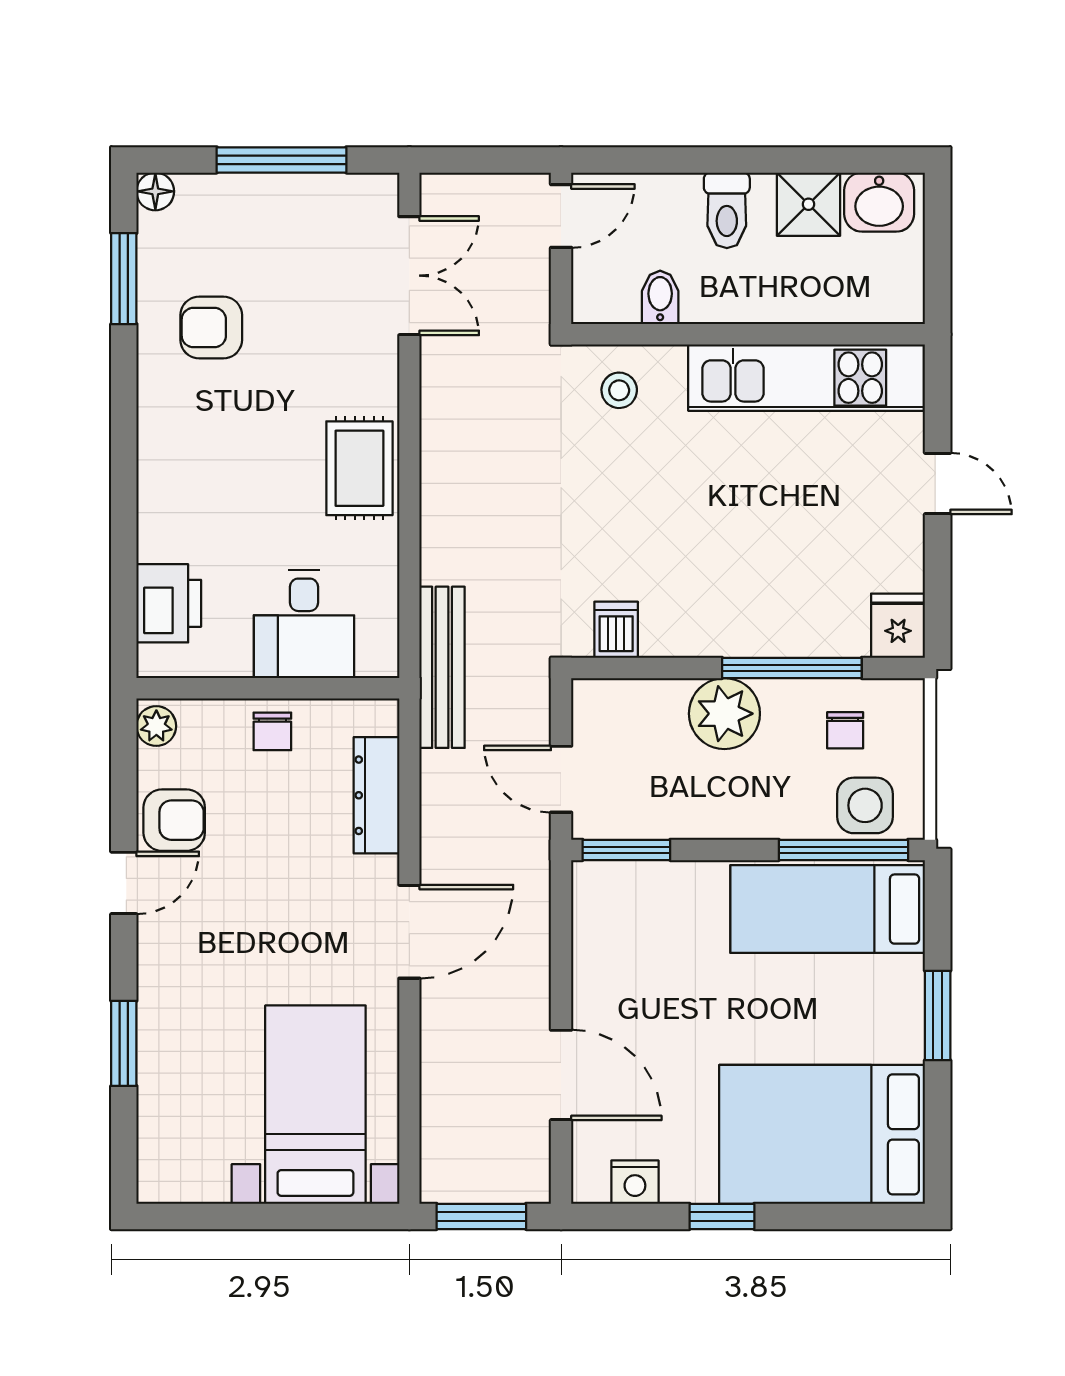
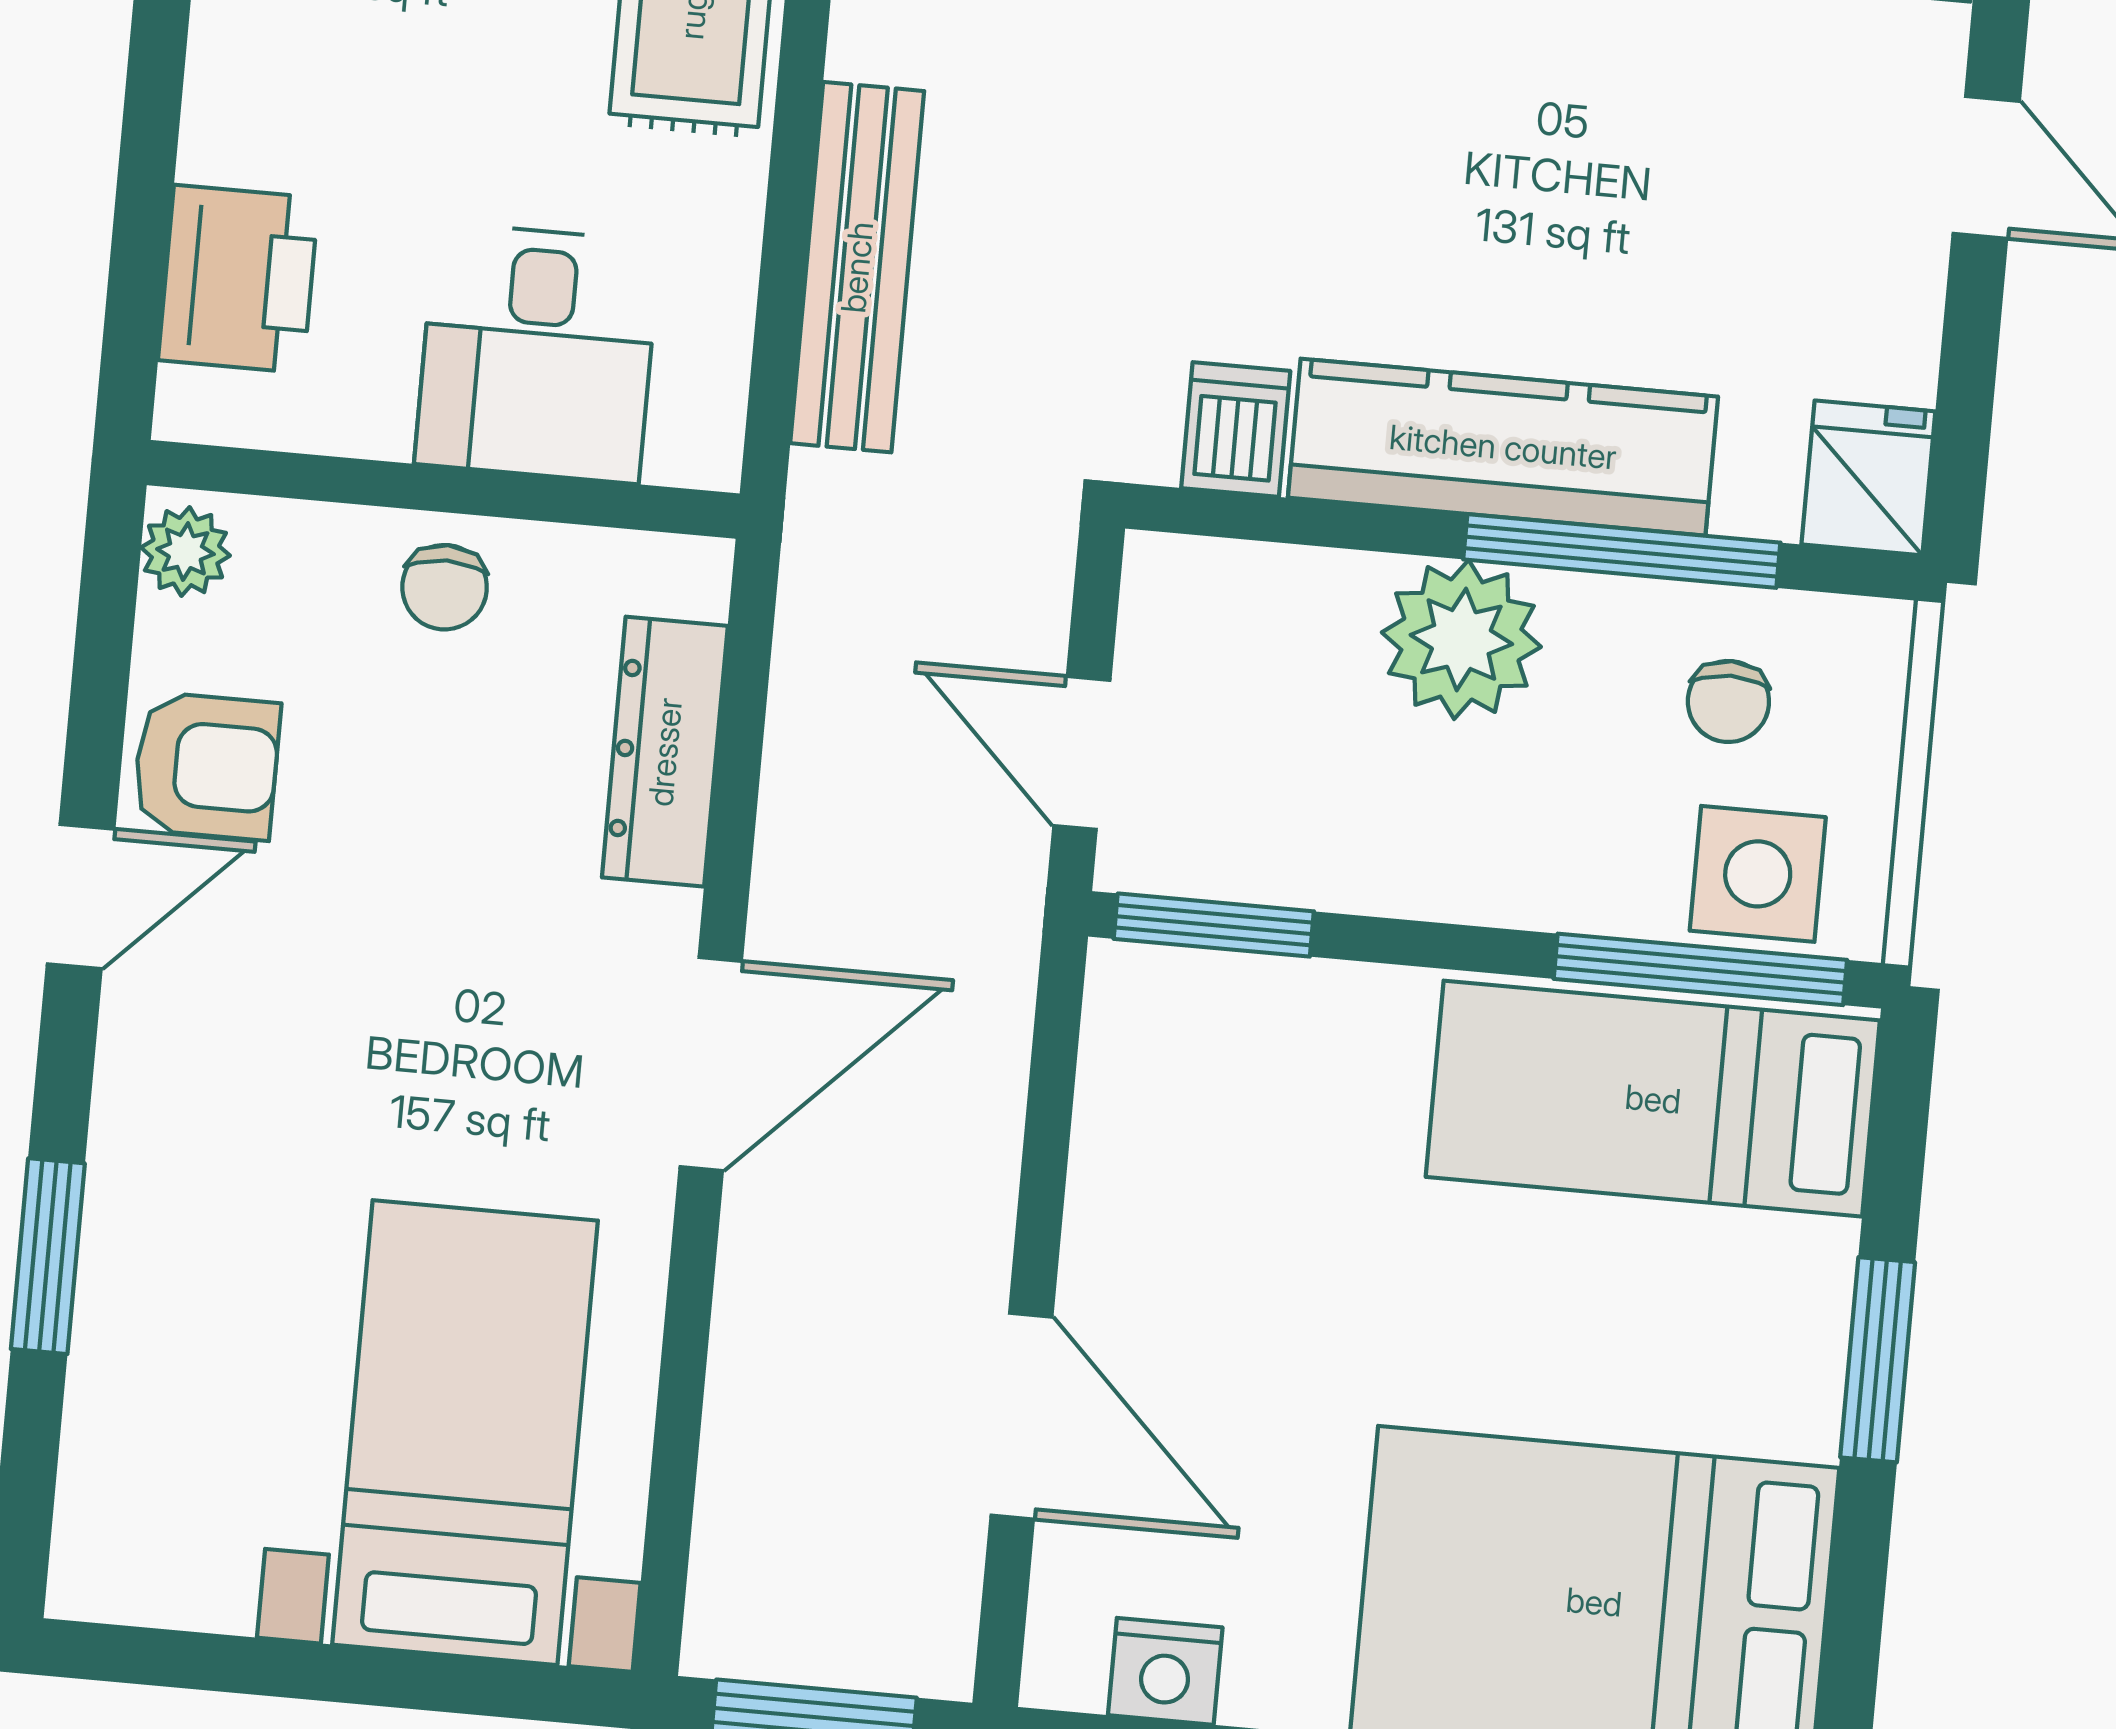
kitchen counter: (735, 627) -> (1503, 447), added
bench: (442, 667) -> (857, 267), moved

